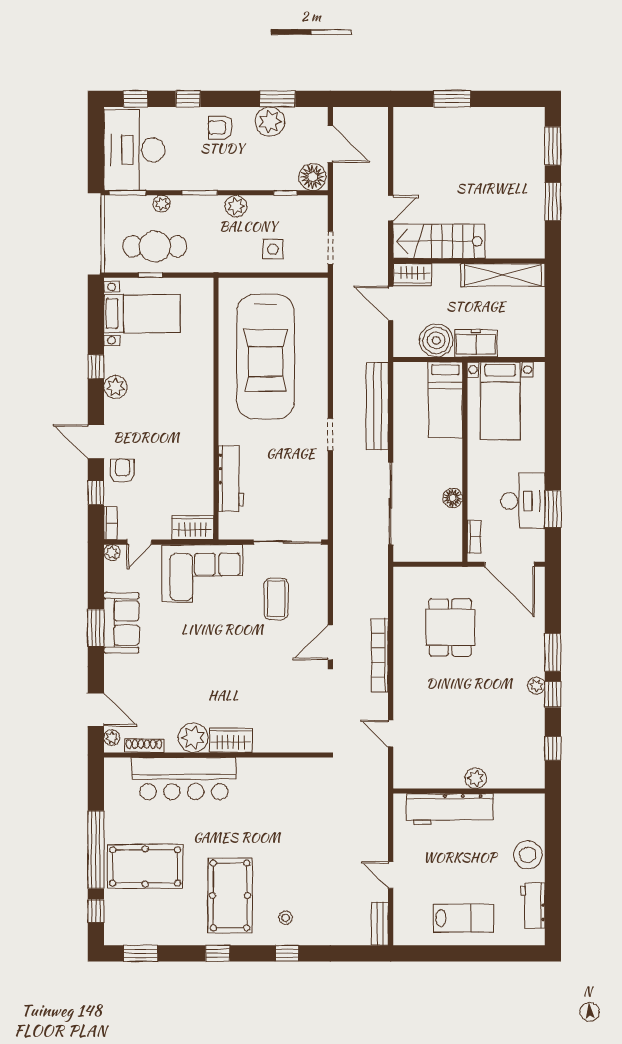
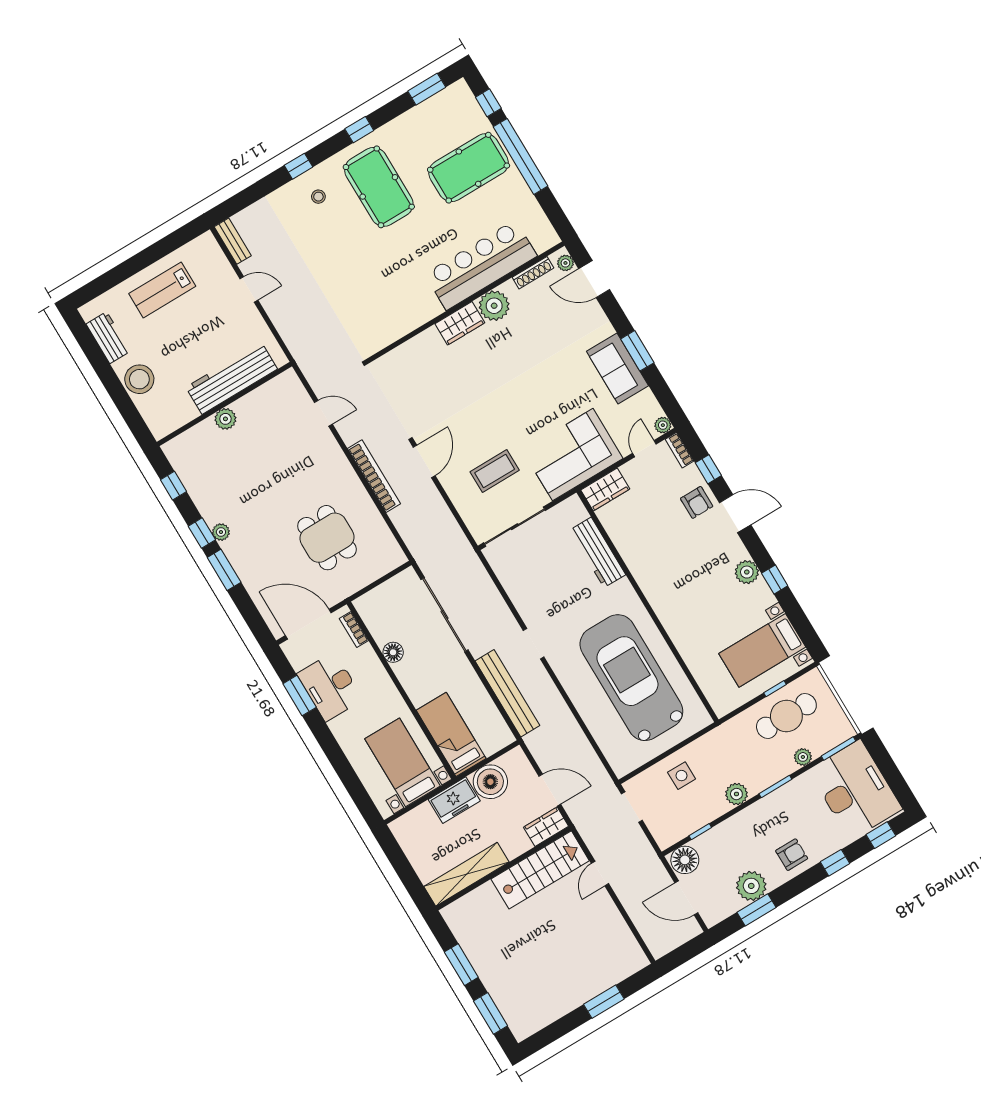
coffee table: (276, 599) -> (495, 471), turned 90

